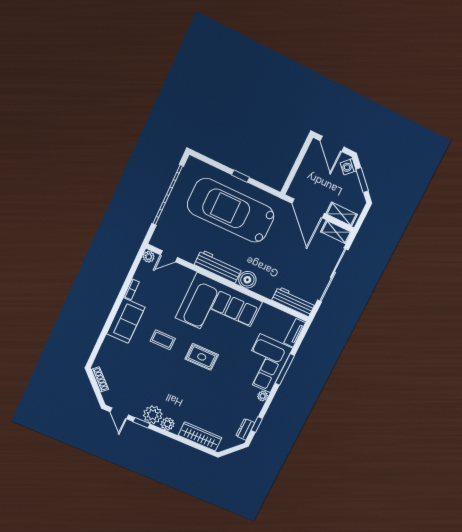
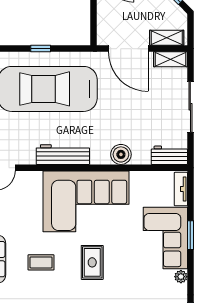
sliding door: (333, 275) -> (190, 107), width x0.73
boiler: (247, 280) -> (121, 154), moved
workbench: (294, 302) -> (169, 155), width x0.73
rug: (202, 357) -> (92, 262), turned 90
window: (285, 369) -> (190, 235), width x0.69

